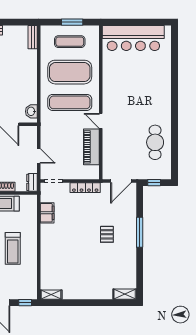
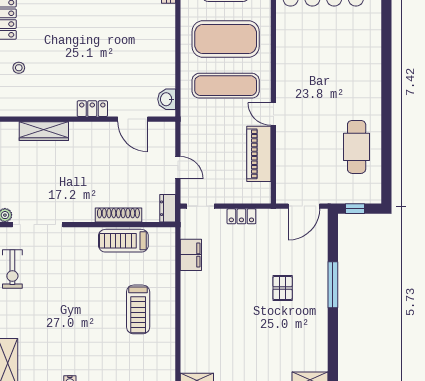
locker: (85, 188) -> (241, 216), width x0.66

